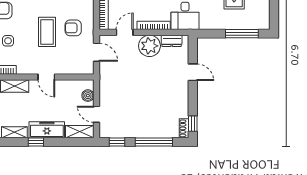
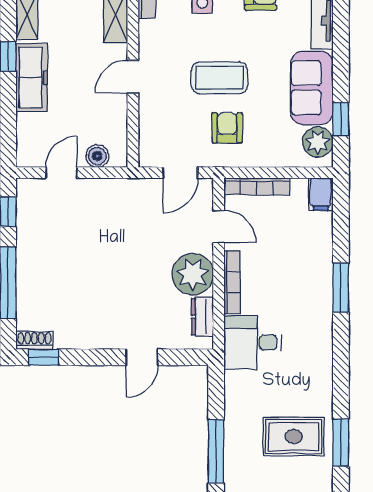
shelving: (80, 132) -> (28, 140), removed

